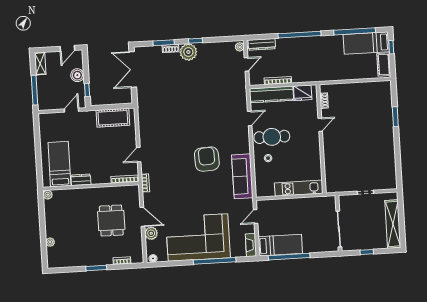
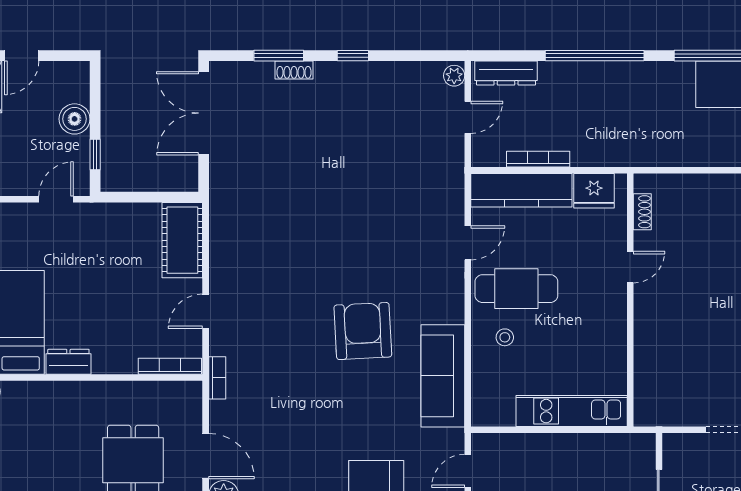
door: (67, 48) -> (22, 56), moved
plant: (188, 52) -> (335, 81), removed
cot: (113, 118) -> (182, 240), moved, turned 90

